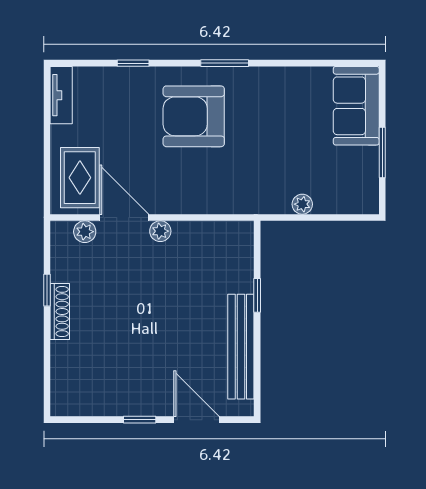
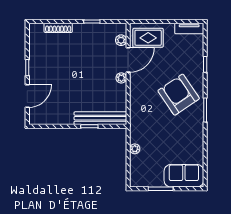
armchair: (194, 116) -> (179, 95), turned -34
shoe rack: (60, 311) -> (58, 28), moved
bench: (241, 347) -> (100, 118), moved

